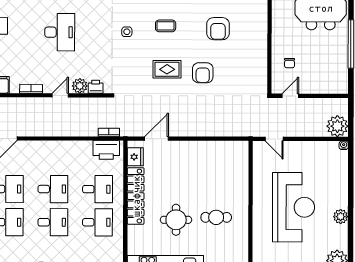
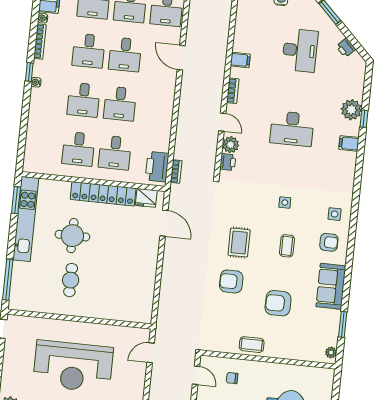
coffee table: (258, 49) -> (252, 345), added

